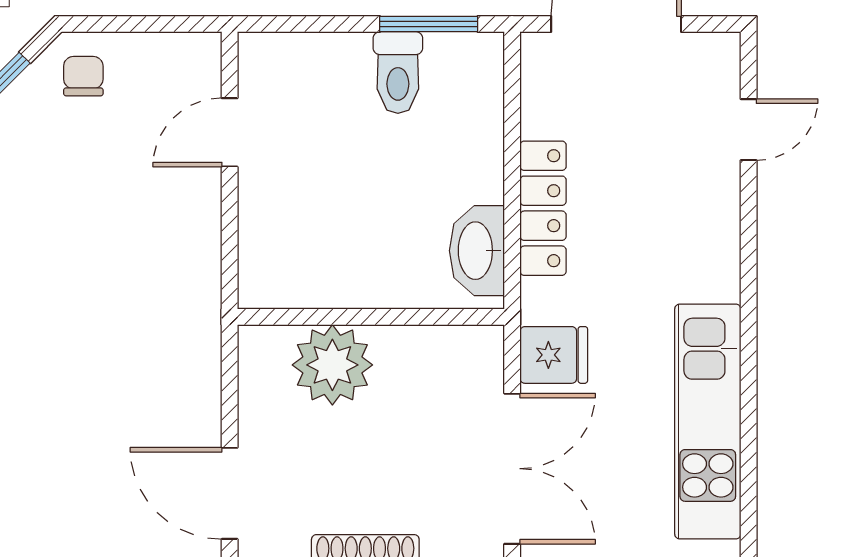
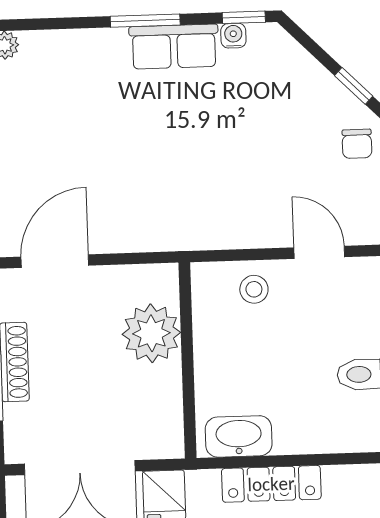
chair: (83, 76) -> (357, 144), turned 90
stool: (277, 223) -> (254, 289), added

